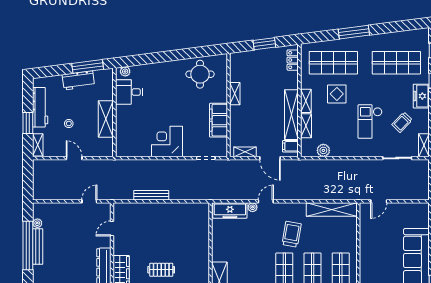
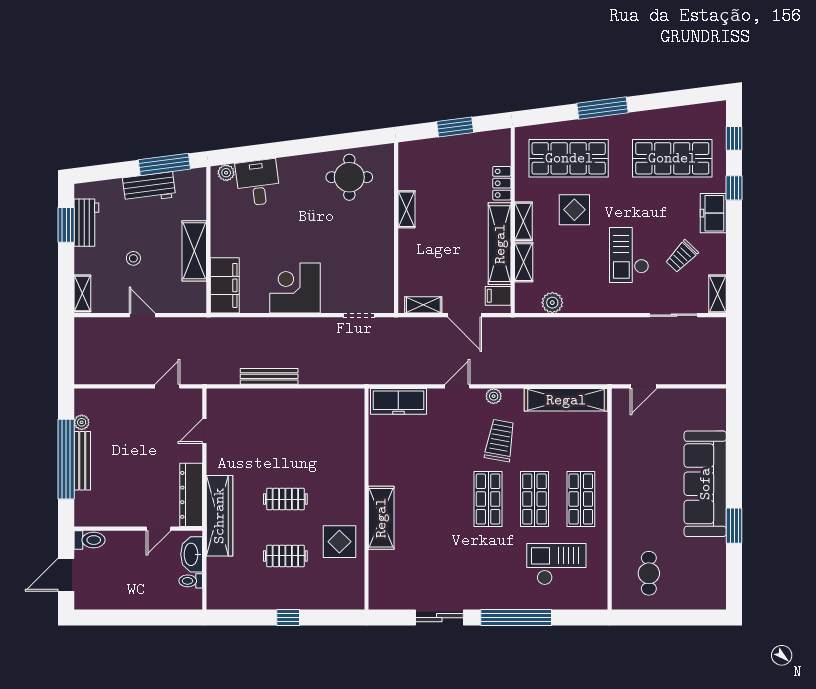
locker: (293, 60) -> (502, 183), moved
desk: (129, 92) -> (258, 183), moved, turned 83
workbench: (40, 107) -> (86, 223), width x0.73
filing cabinet: (218, 120) -> (225, 285), moved, turned 180
window: (28, 123) -> (66, 225), moved
plant: (253, 207) -> (494, 396), moved

